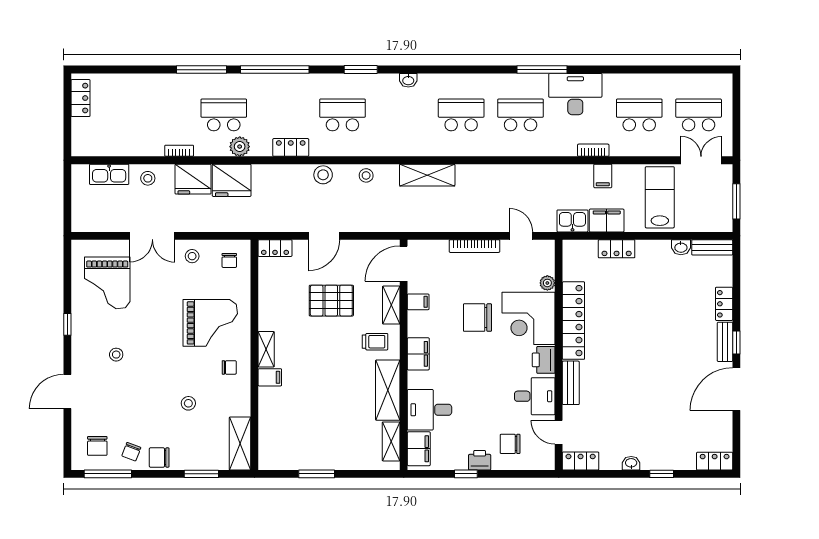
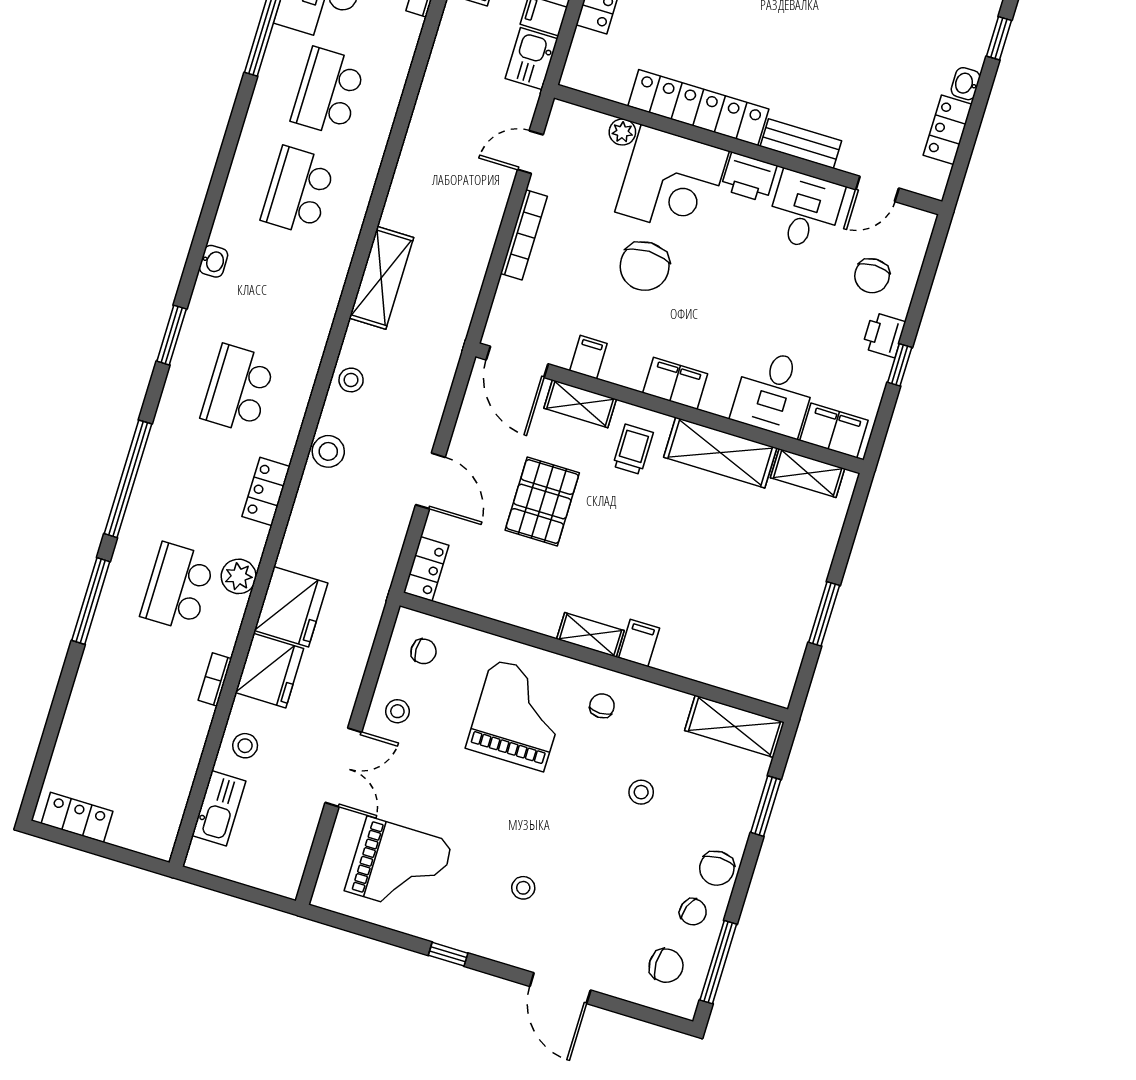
locker: (581, 461) -> (948, 130), moved

